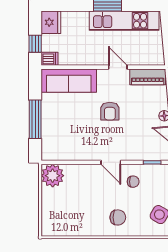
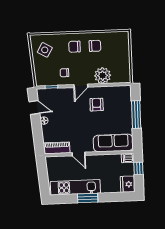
armchair: (110, 111) -> (97, 105), moved
door: (111, 162) -> (81, 86), swing flipped
plant: (53, 176) -> (103, 76), moved
chair: (89, 217) -> (95, 46), added

